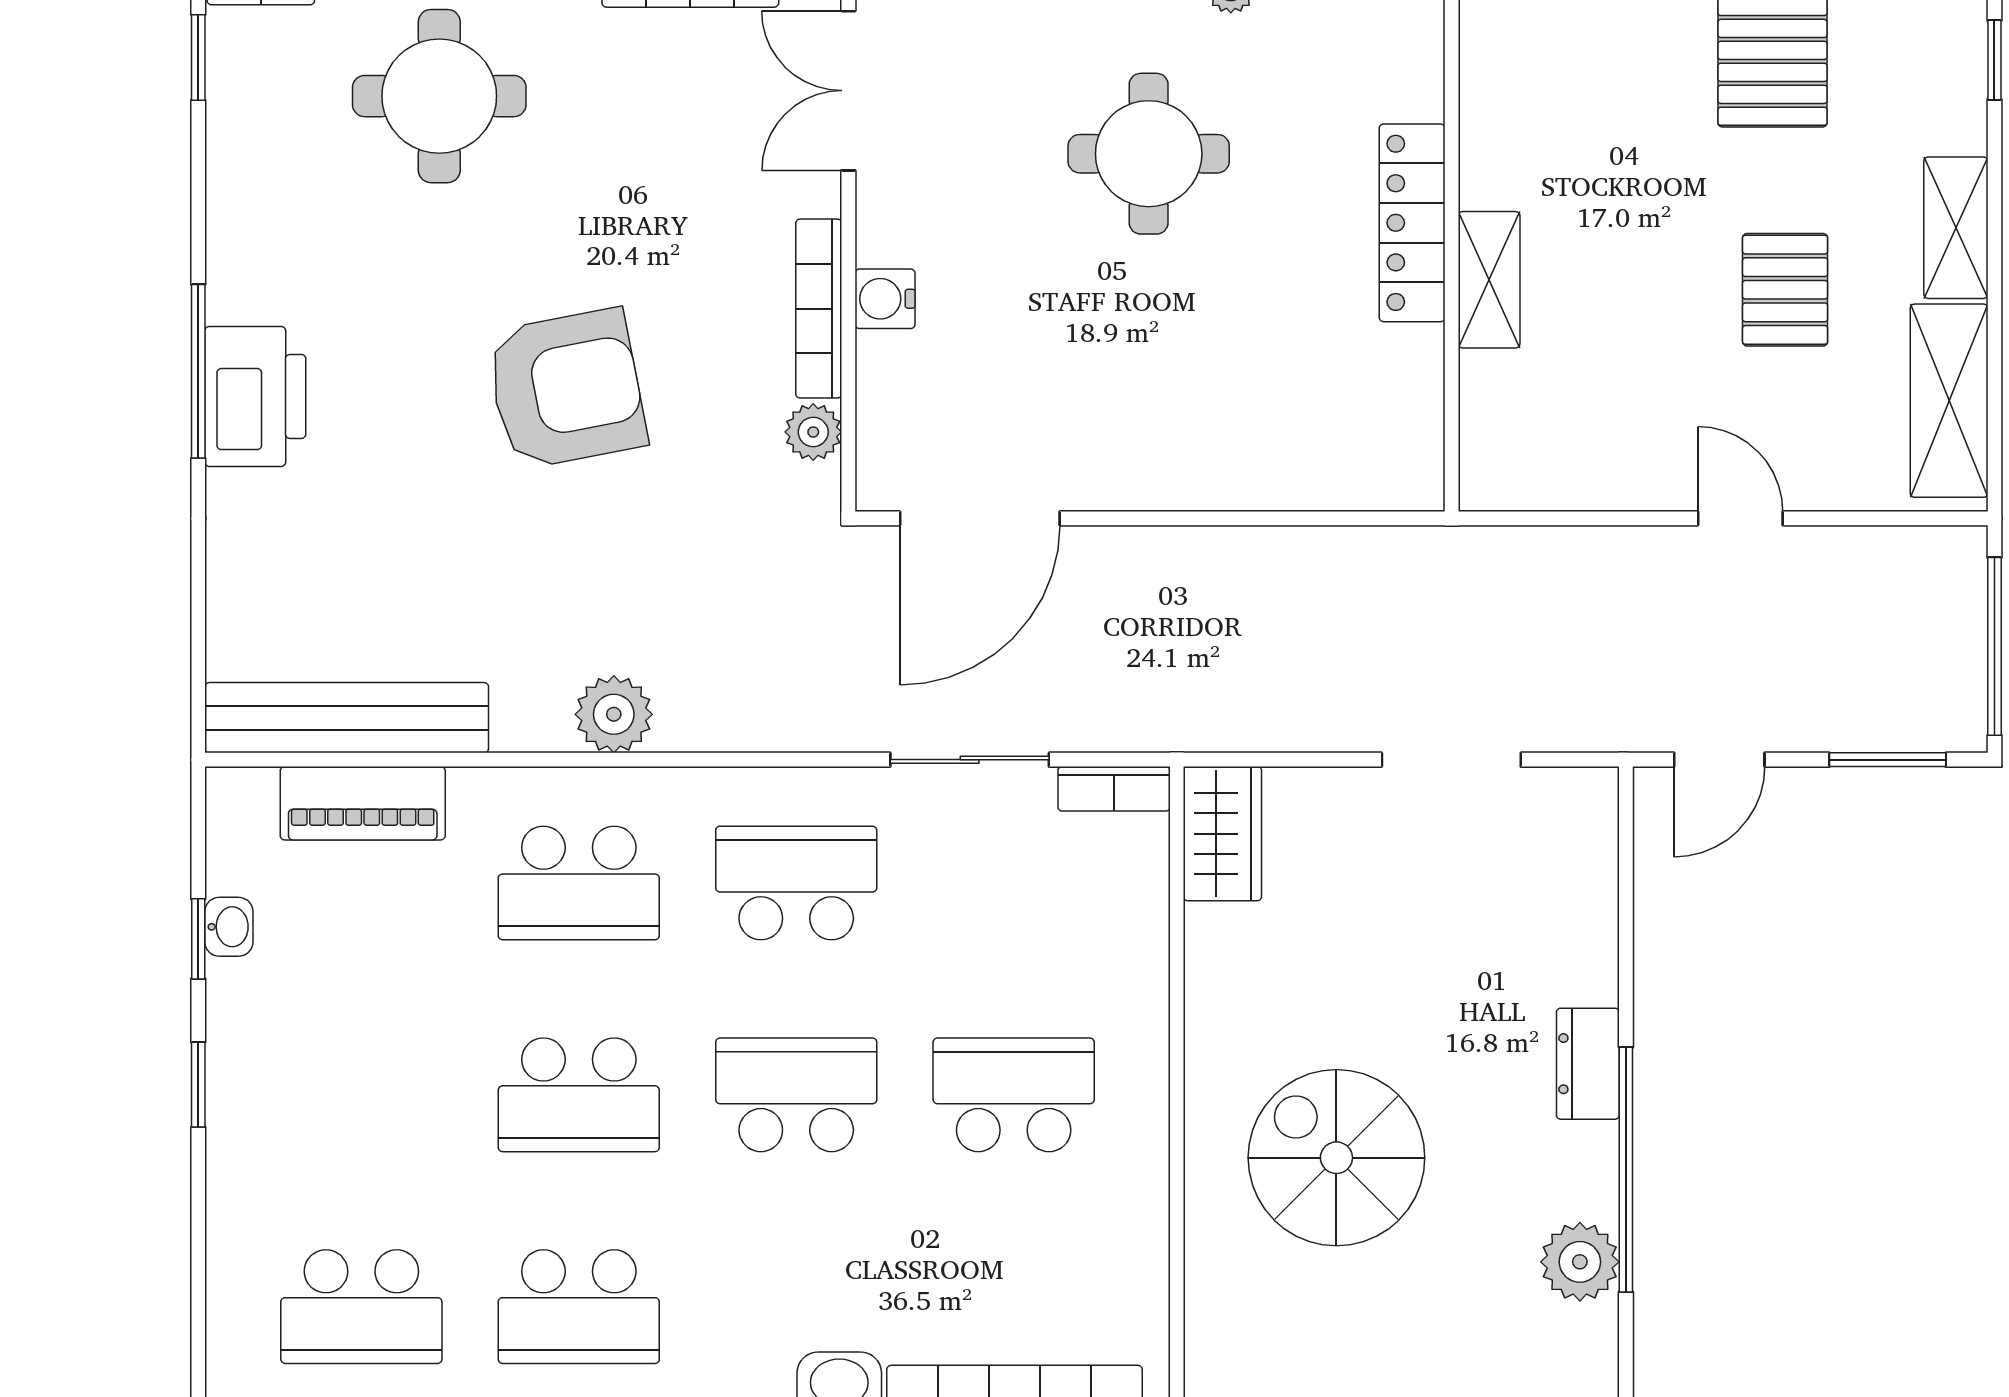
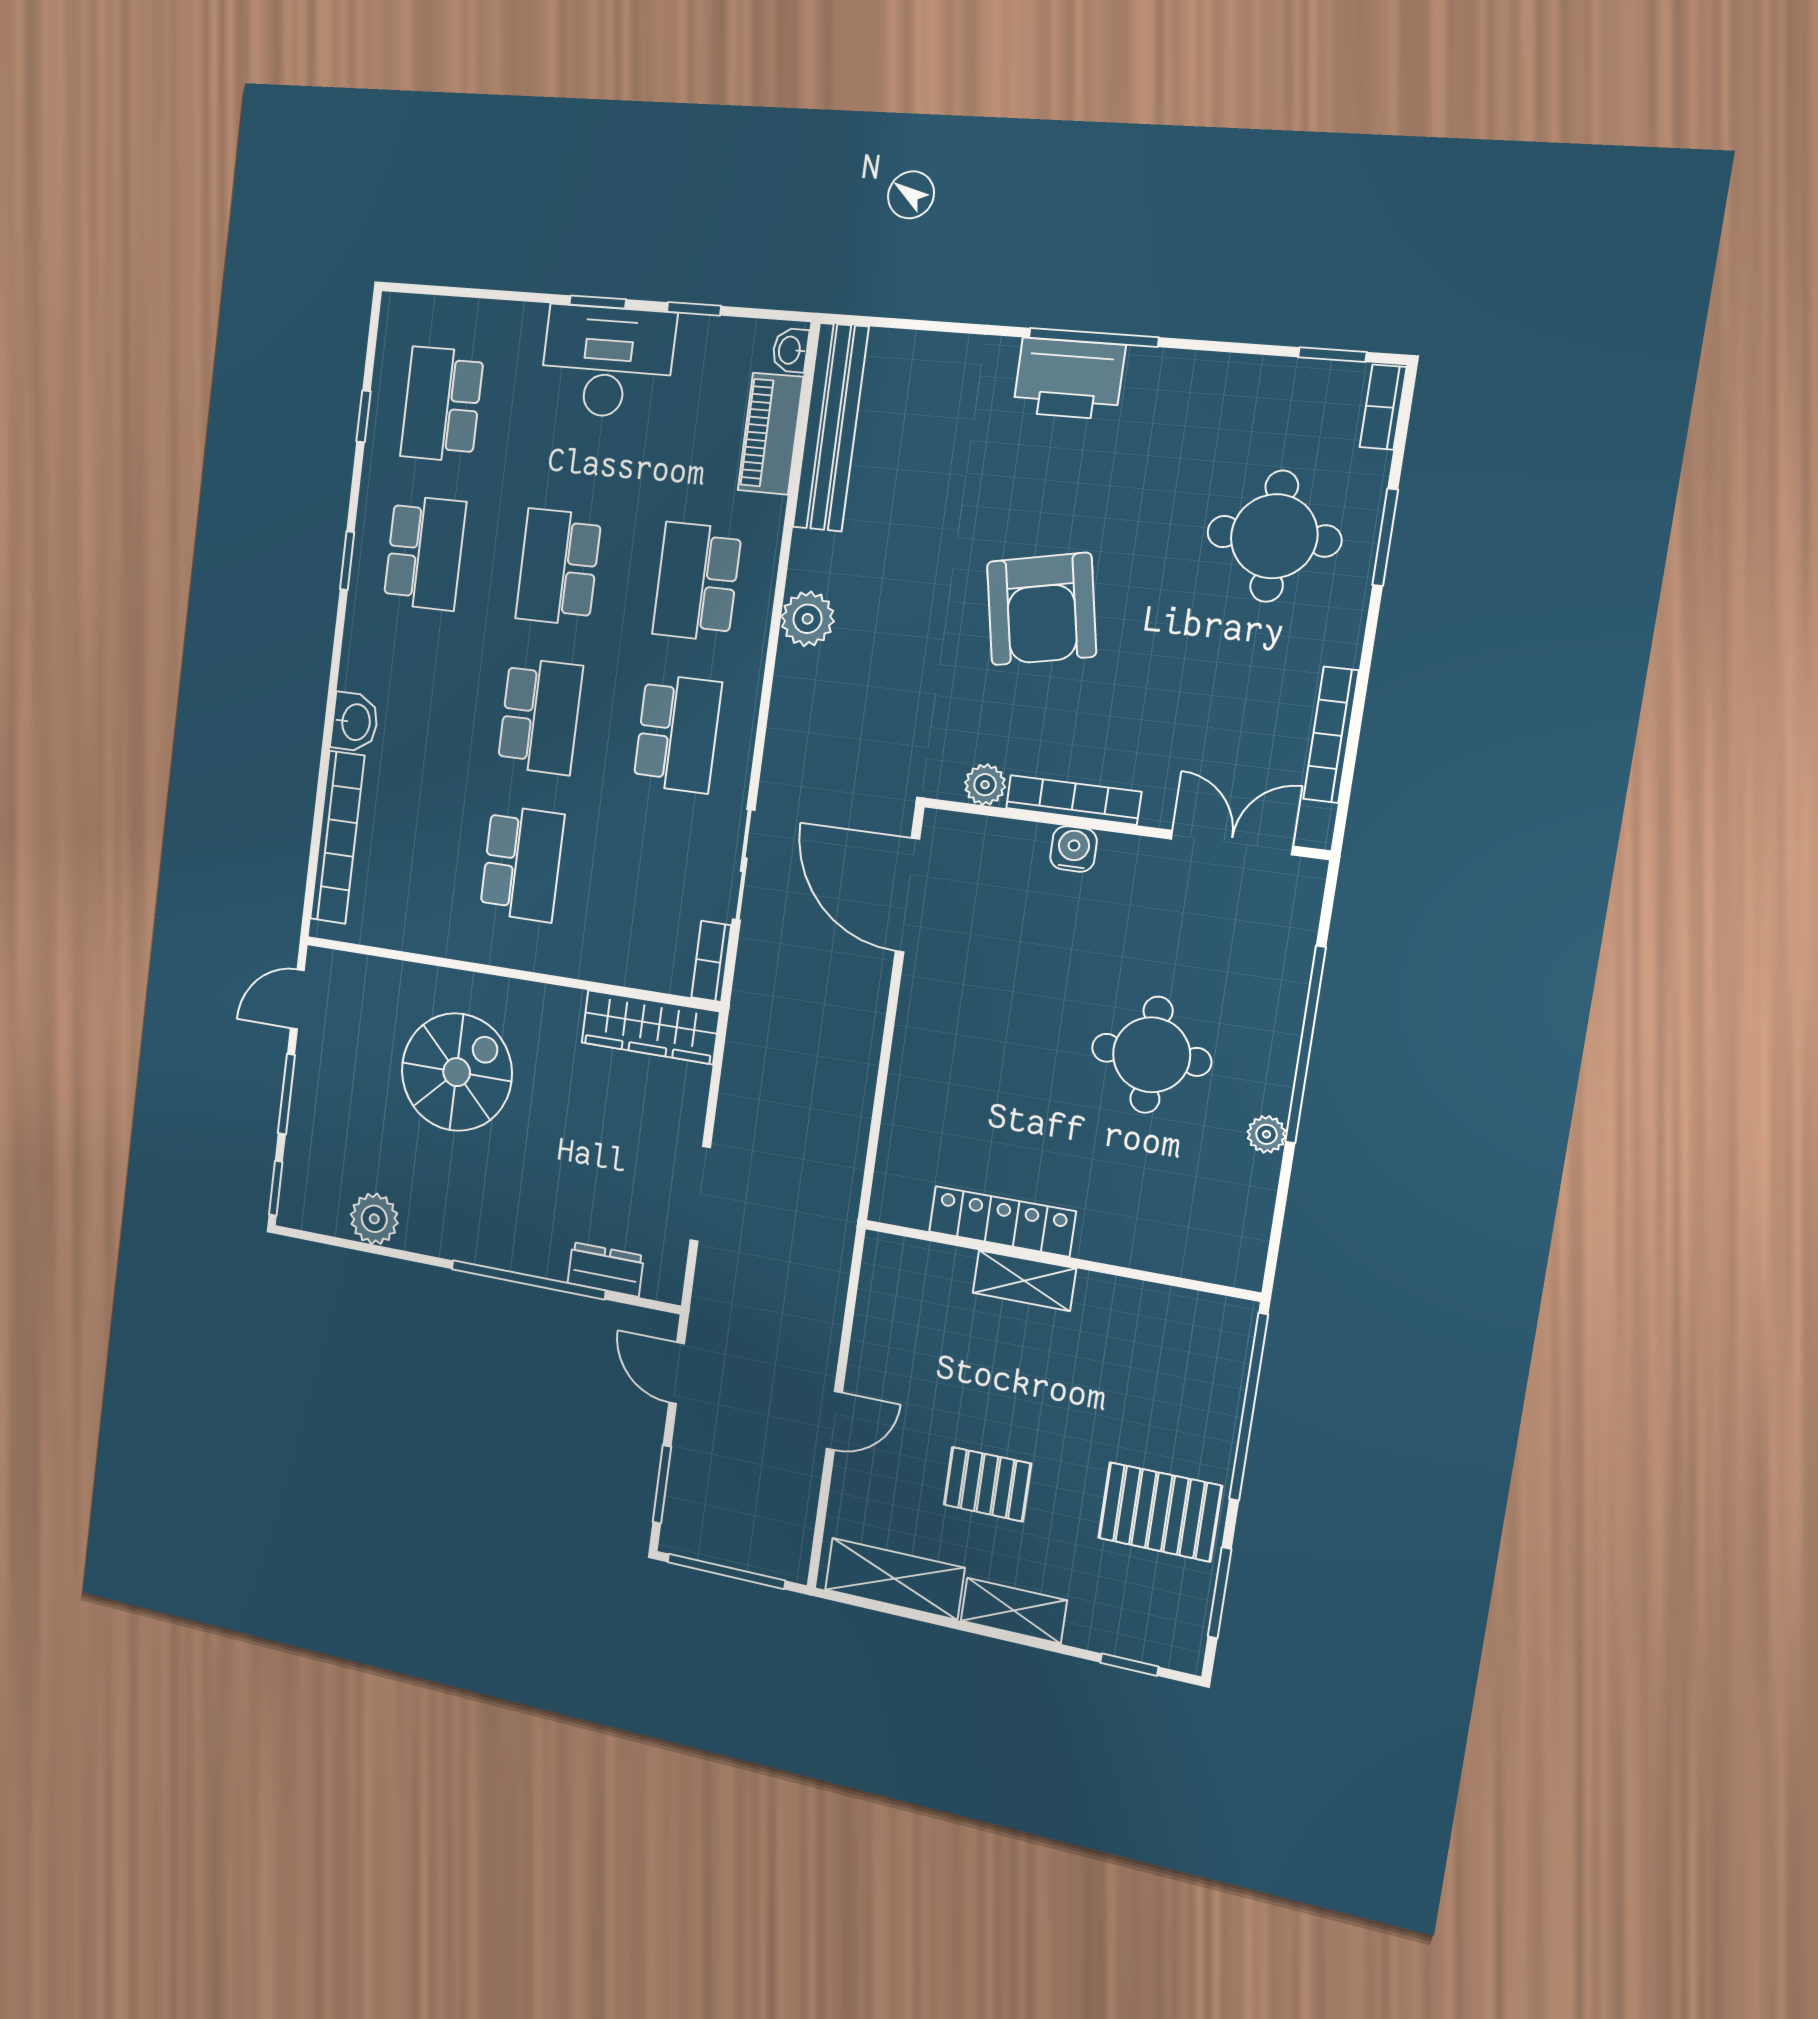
locker: (1412, 223) -> (1002, 1221), moved
wardrobe: (1222, 834) -> (650, 1027), width x1.50
washbasin: (229, 927) -> (790, 350), moved, turned 90
desk: (281, 1059) -> (607, 362), added
dresser: (1588, 1064) -> (606, 1269), moved
window: (1626, 1170) -> (528, 1280), moved
school desk: (579, 1307) -> (425, 553), turned 180

